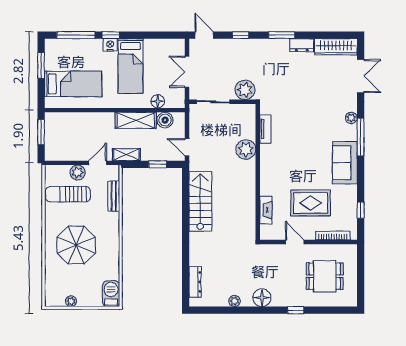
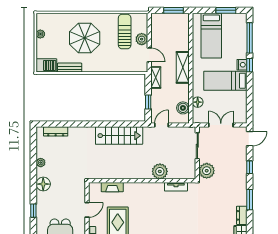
shelving: (136, 120) -> (183, 67), moved
bench: (114, 196) -> (70, 68), moved

